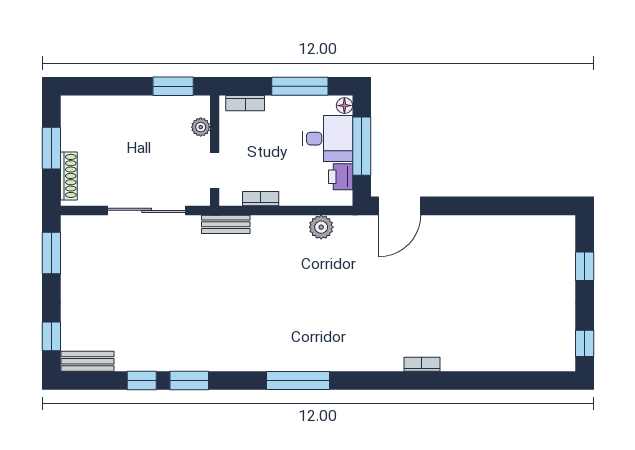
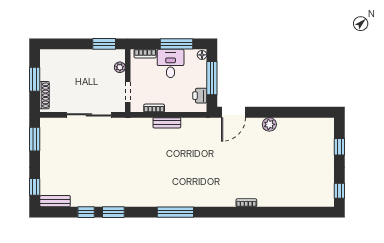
desk: (328, 139) -> (171, 63), moved, turned -90
bench: (226, 224) -> (167, 123), moved
plant: (321, 227) -> (269, 124), moved

